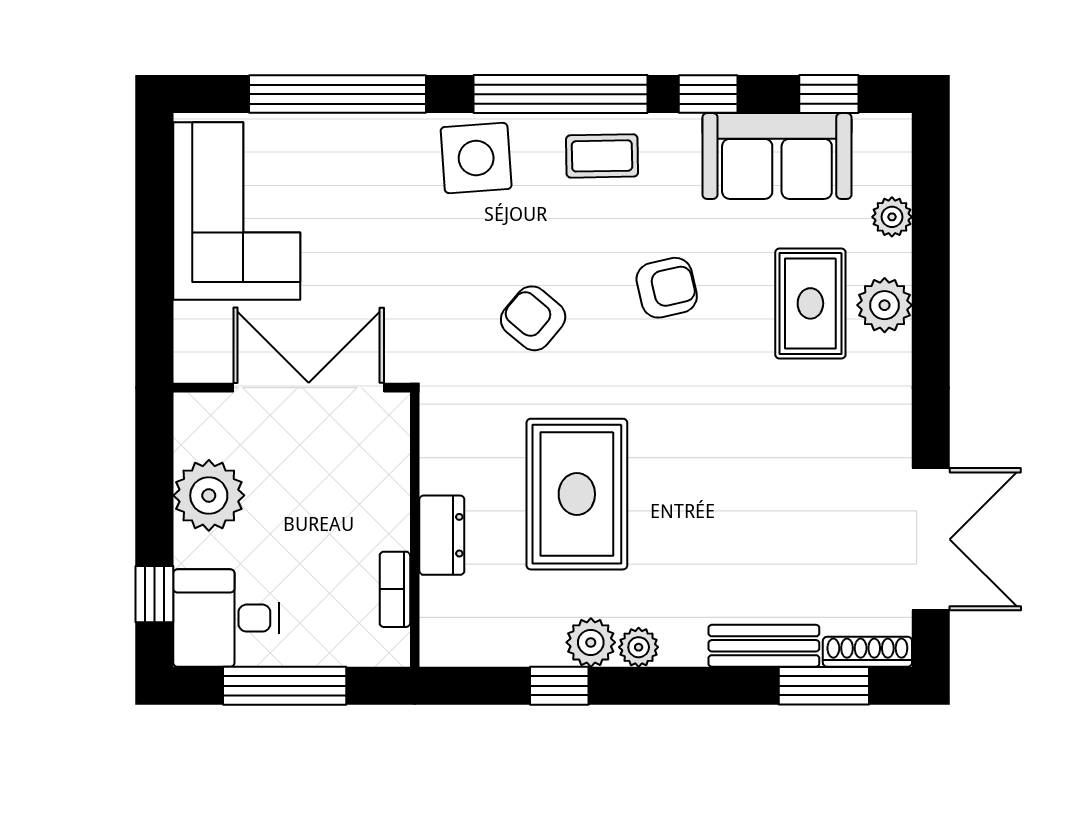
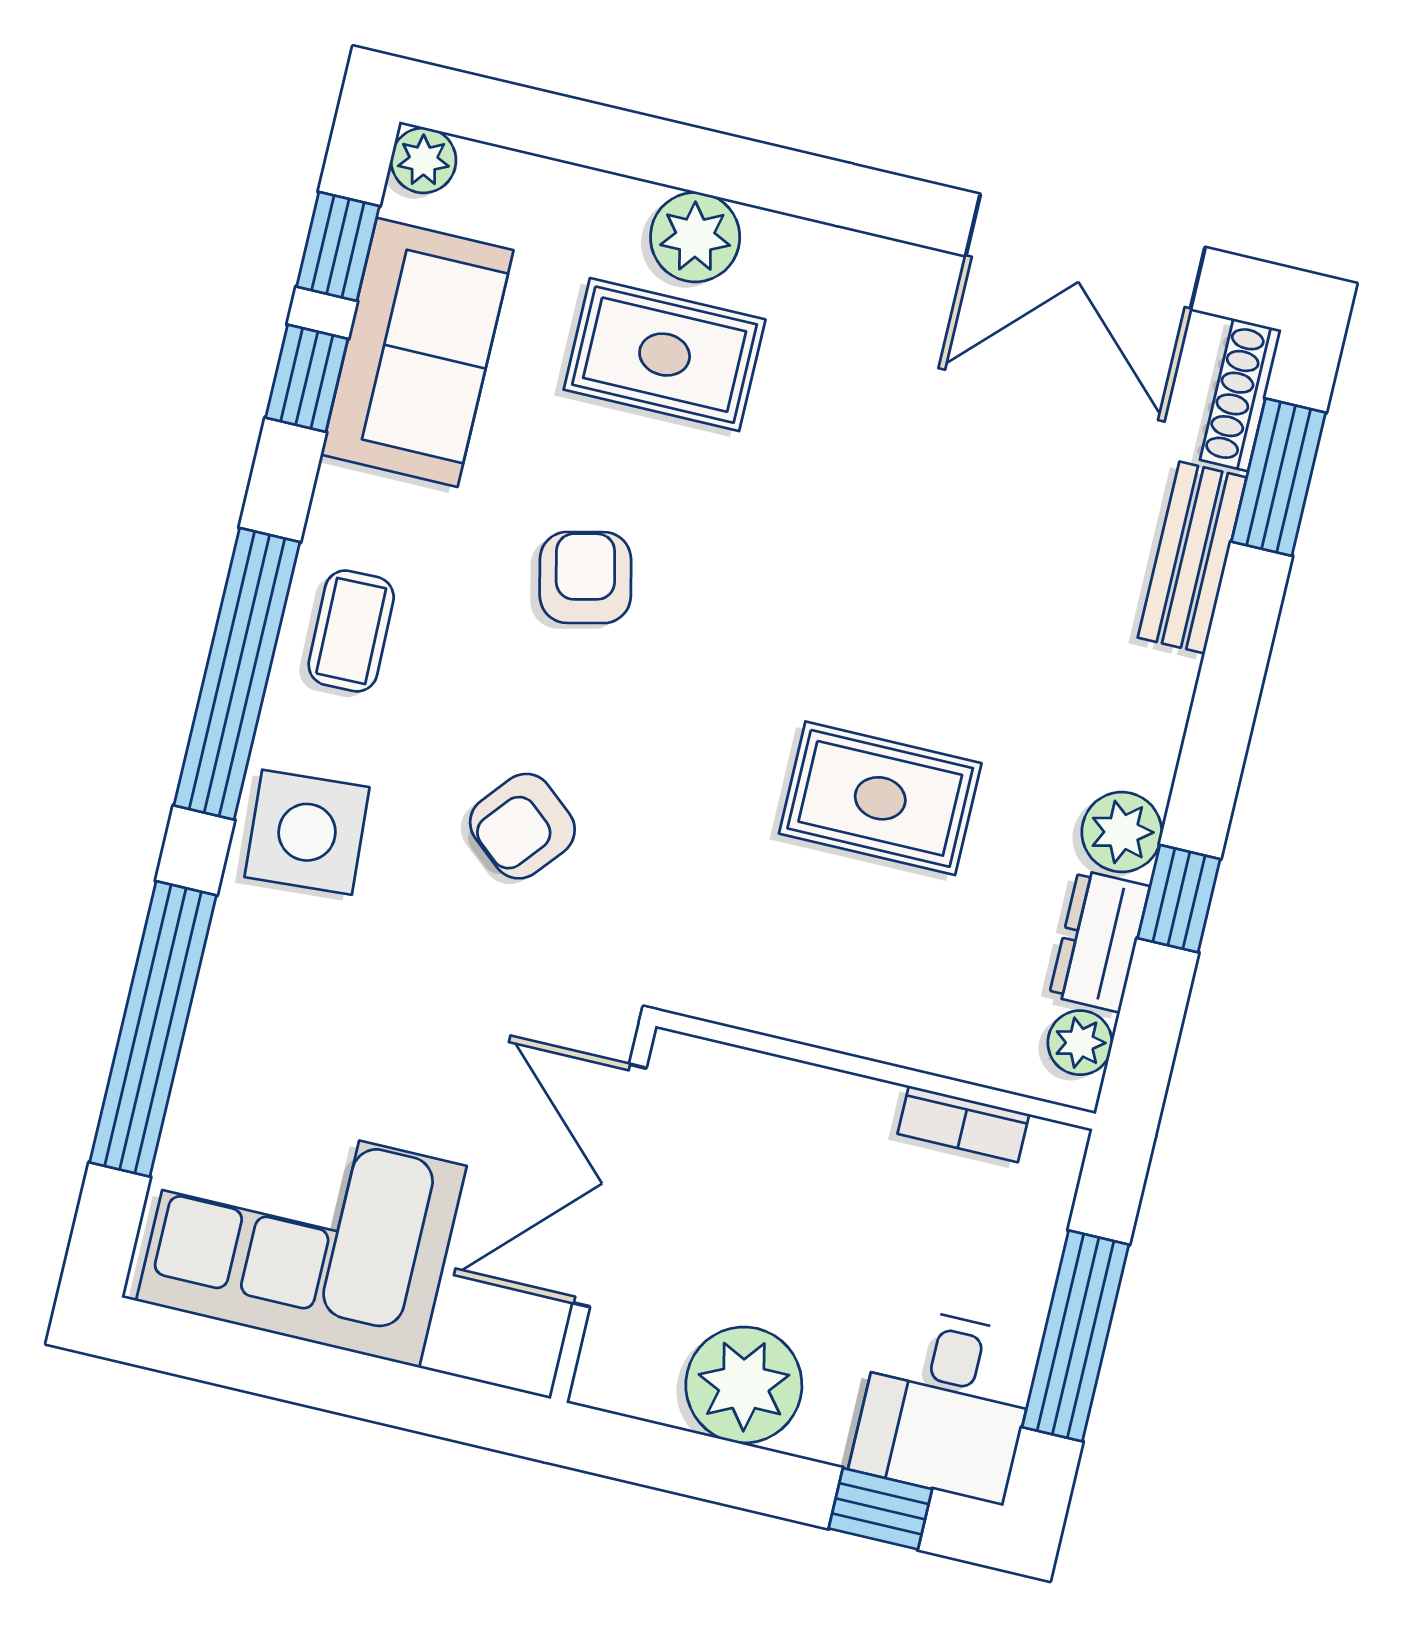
window: (708, 94) -> (307, 378), moved
plant: (892, 217) -> (423, 160), moved
armchair: (533, 318) -> (522, 826), moved
rug: (577, 494) -> (880, 798), width x0.73, depth x0.70
dresser: (442, 535) -> (1099, 941), moved, turned -90
double door: (931, 539) -> (1085, 252), swing flipped
plant: (639, 647) -> (1080, 1043), moved

